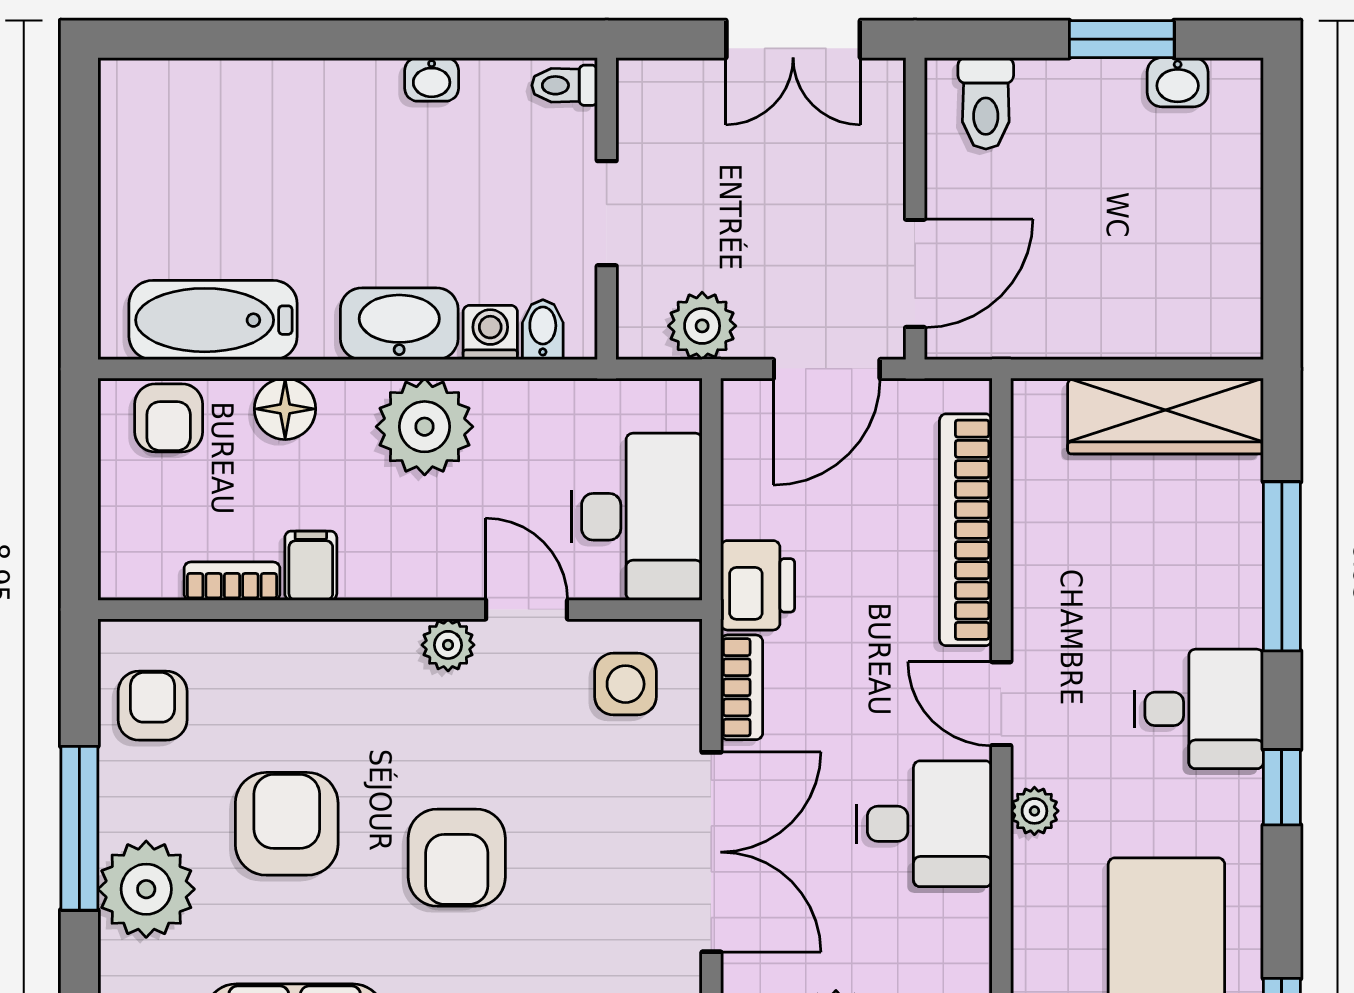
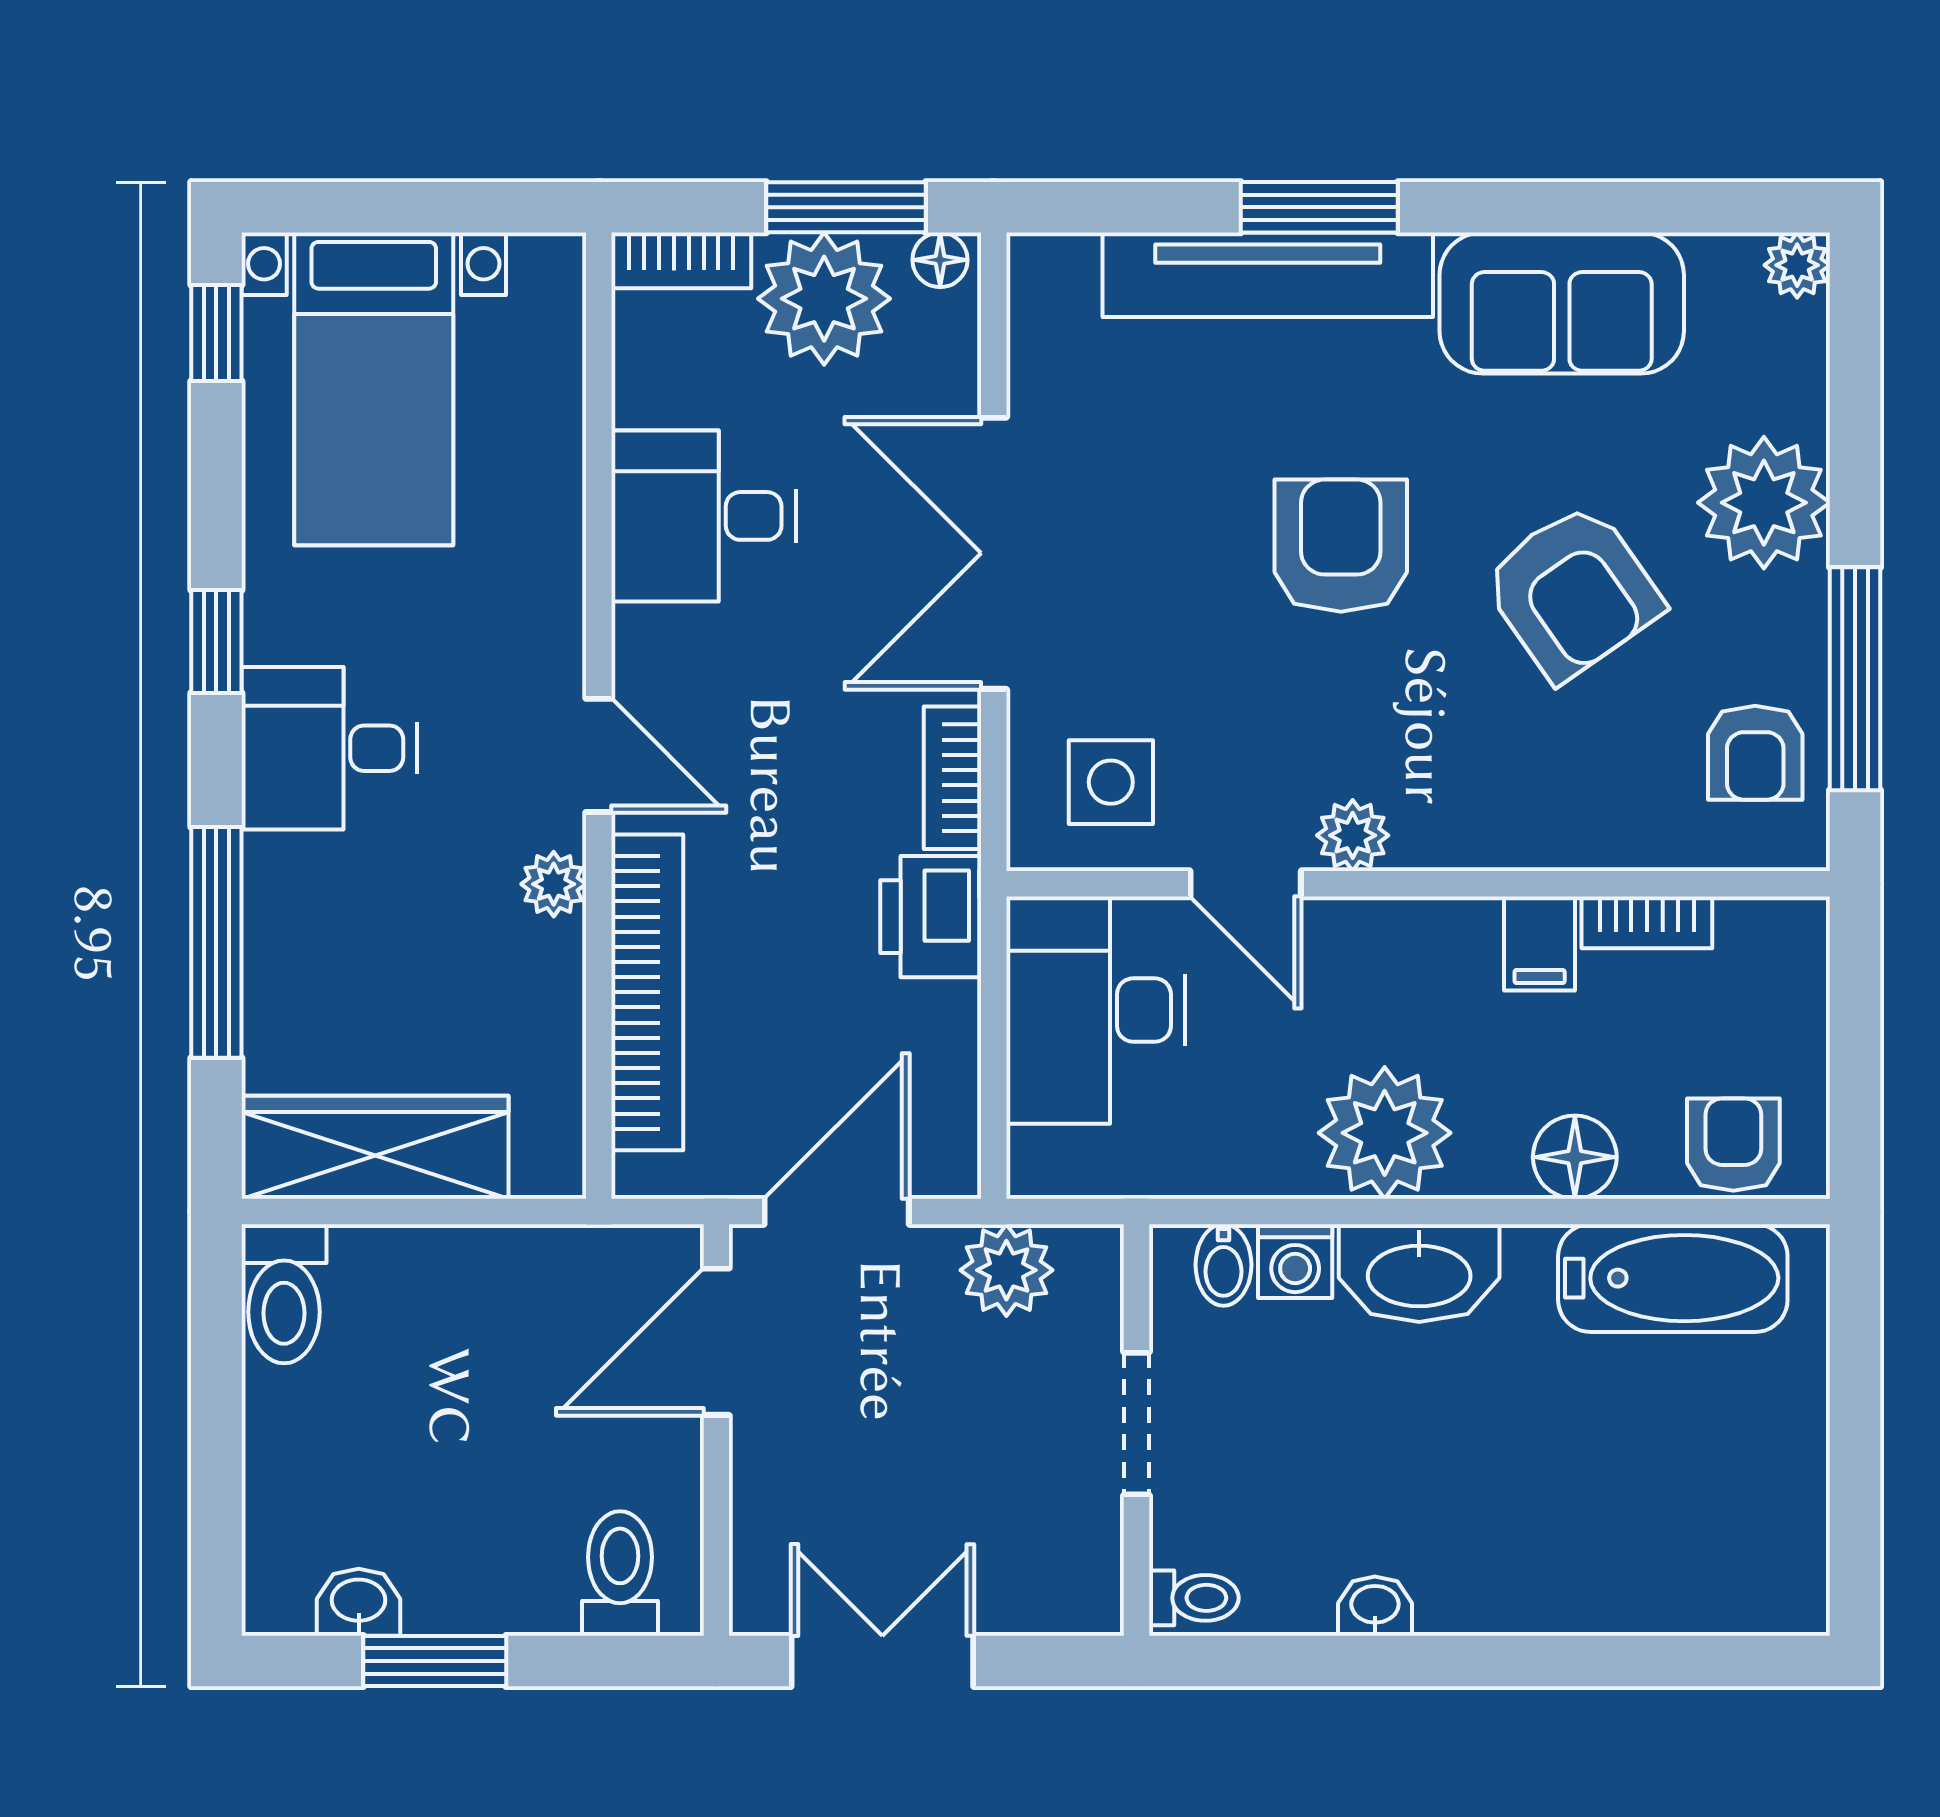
toilet: (1232, 309) -> (284, 1294), added
plant: (1034, 811) -> (554, 884), moved
armchair: (287, 824) -> (1572, 592), turned -35
desk: (924, 824) -> (704, 516), moved
window: (79, 828) -> (1855, 679), moved

